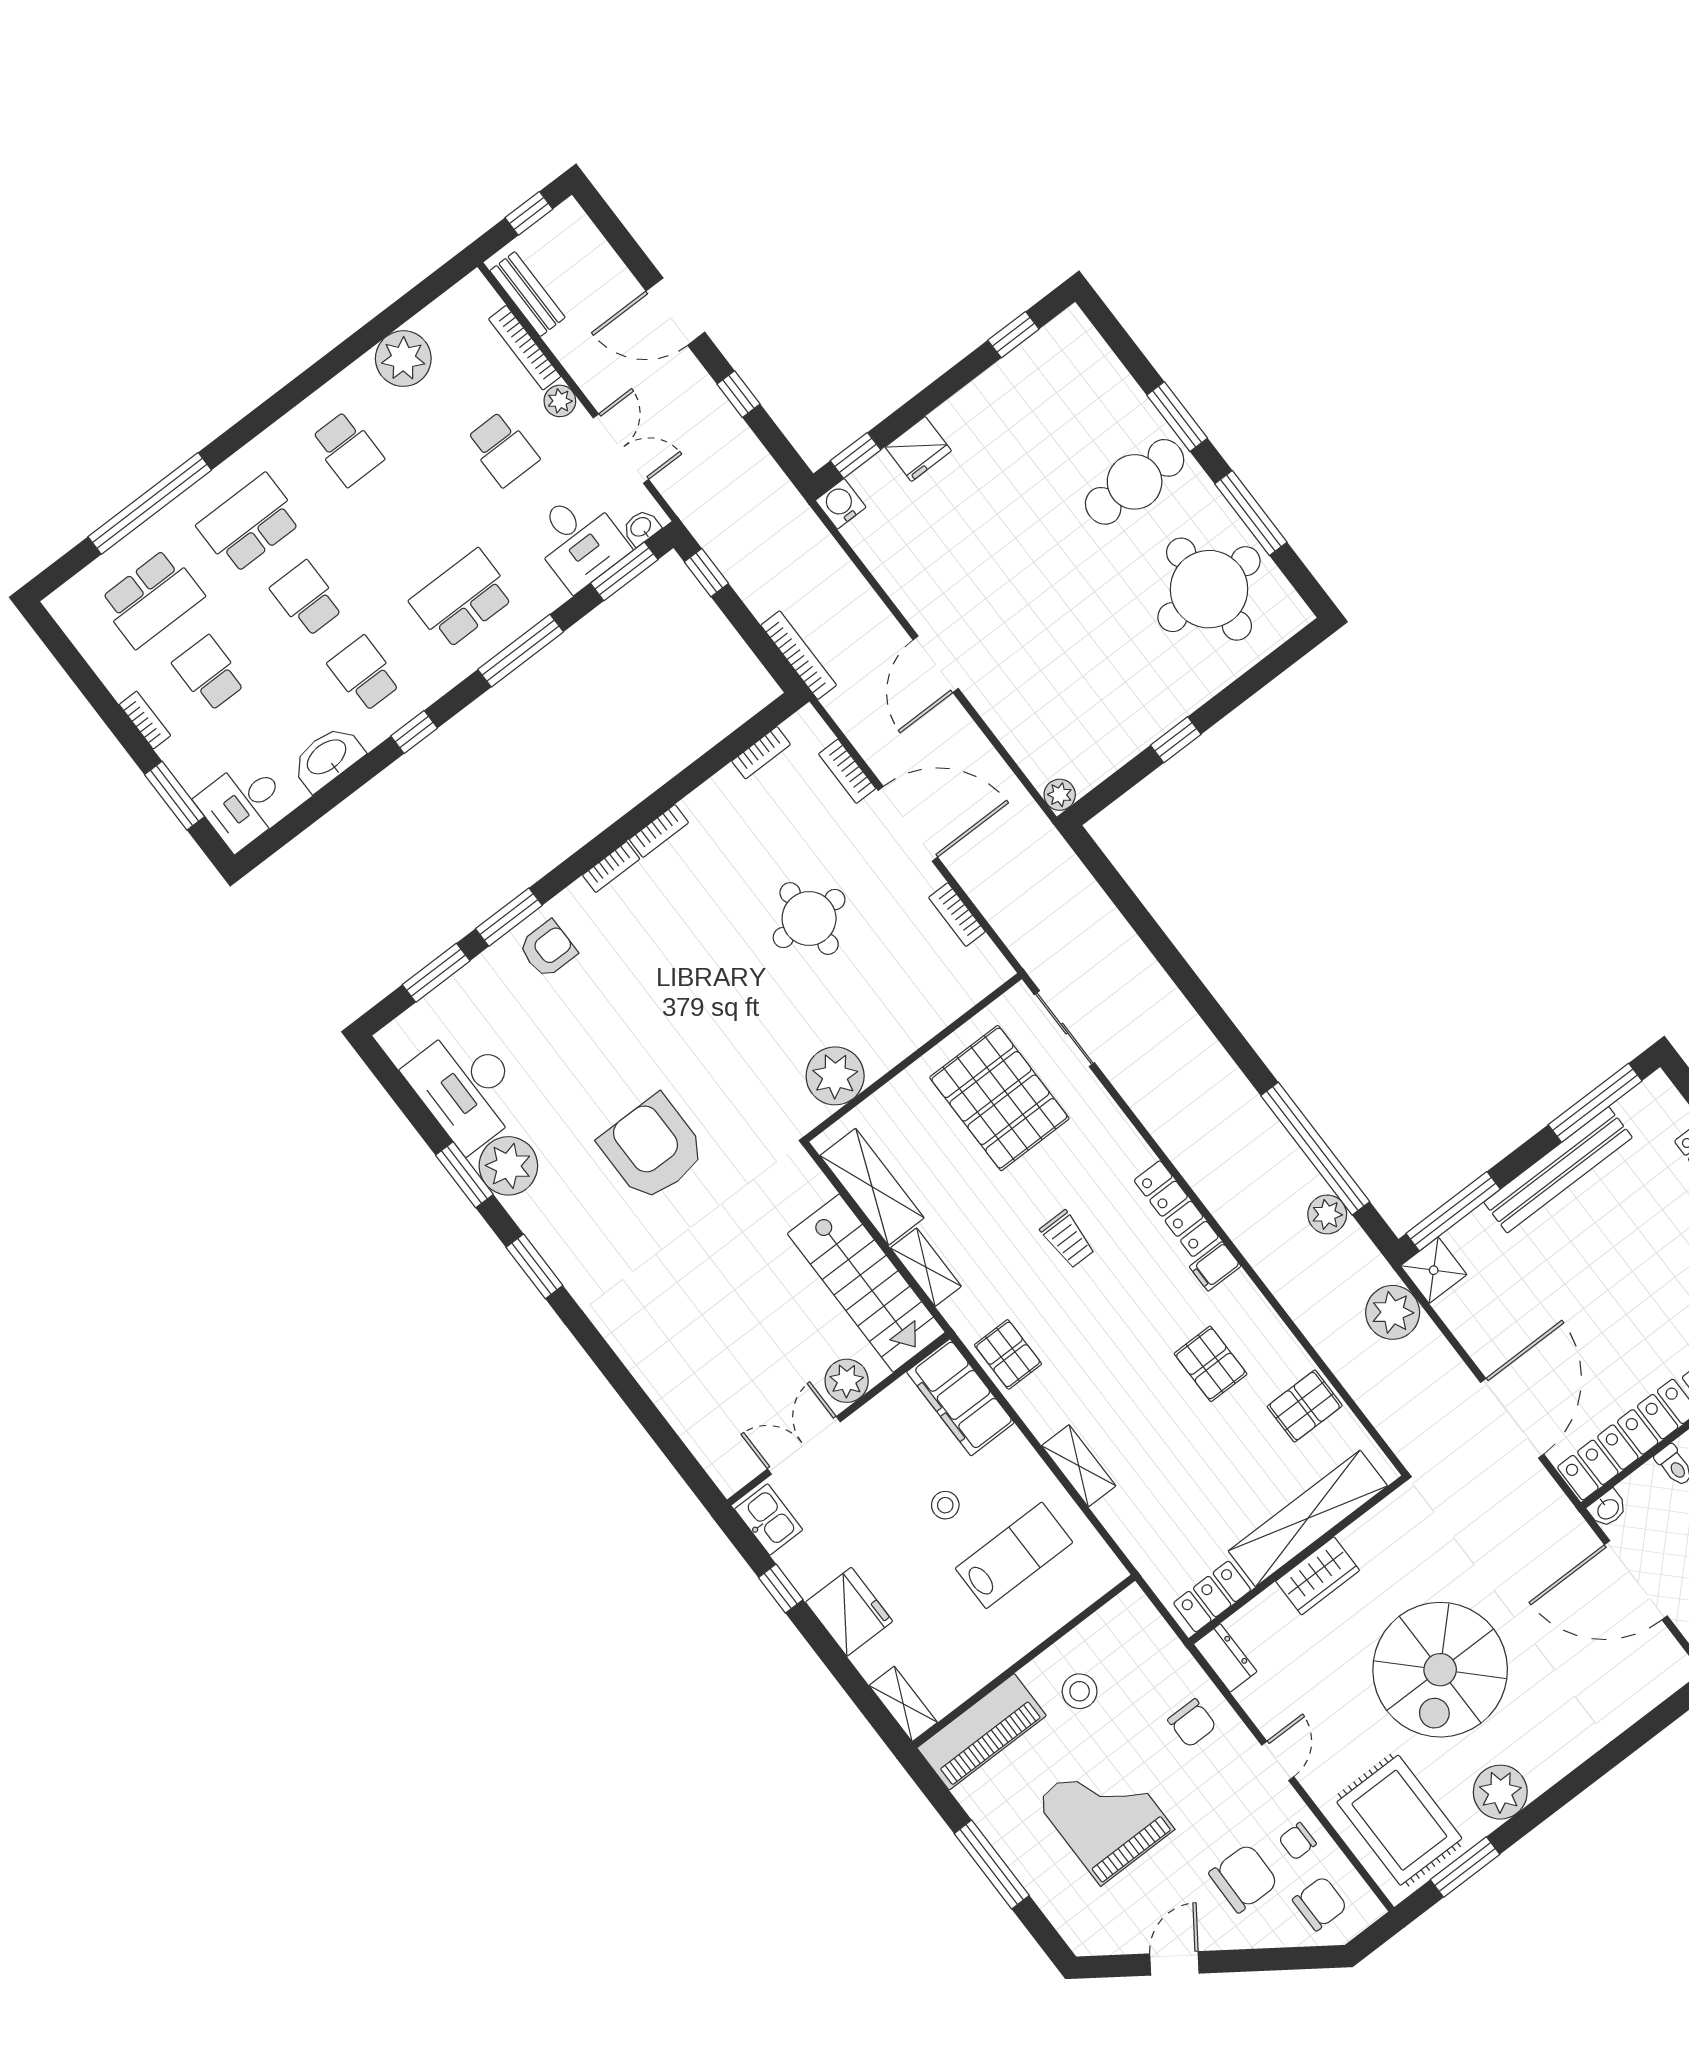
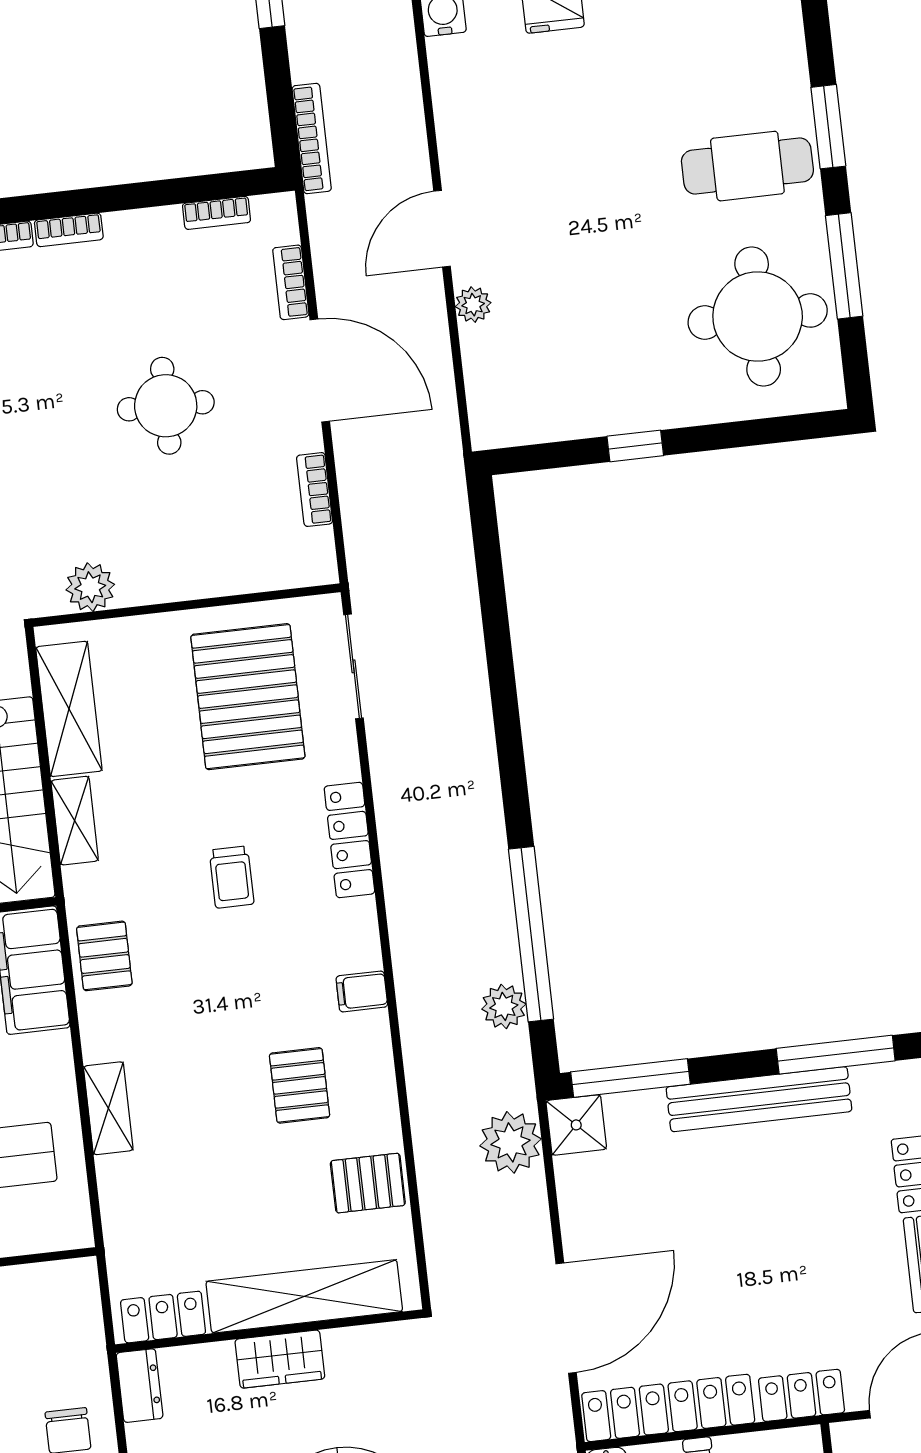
plant: (1060, 795) -> (473, 305), moved
plant: (835, 1076) -> (90, 587), width x0.73, depth x0.73
locker: (1176, 1209) -> (349, 840), moved

